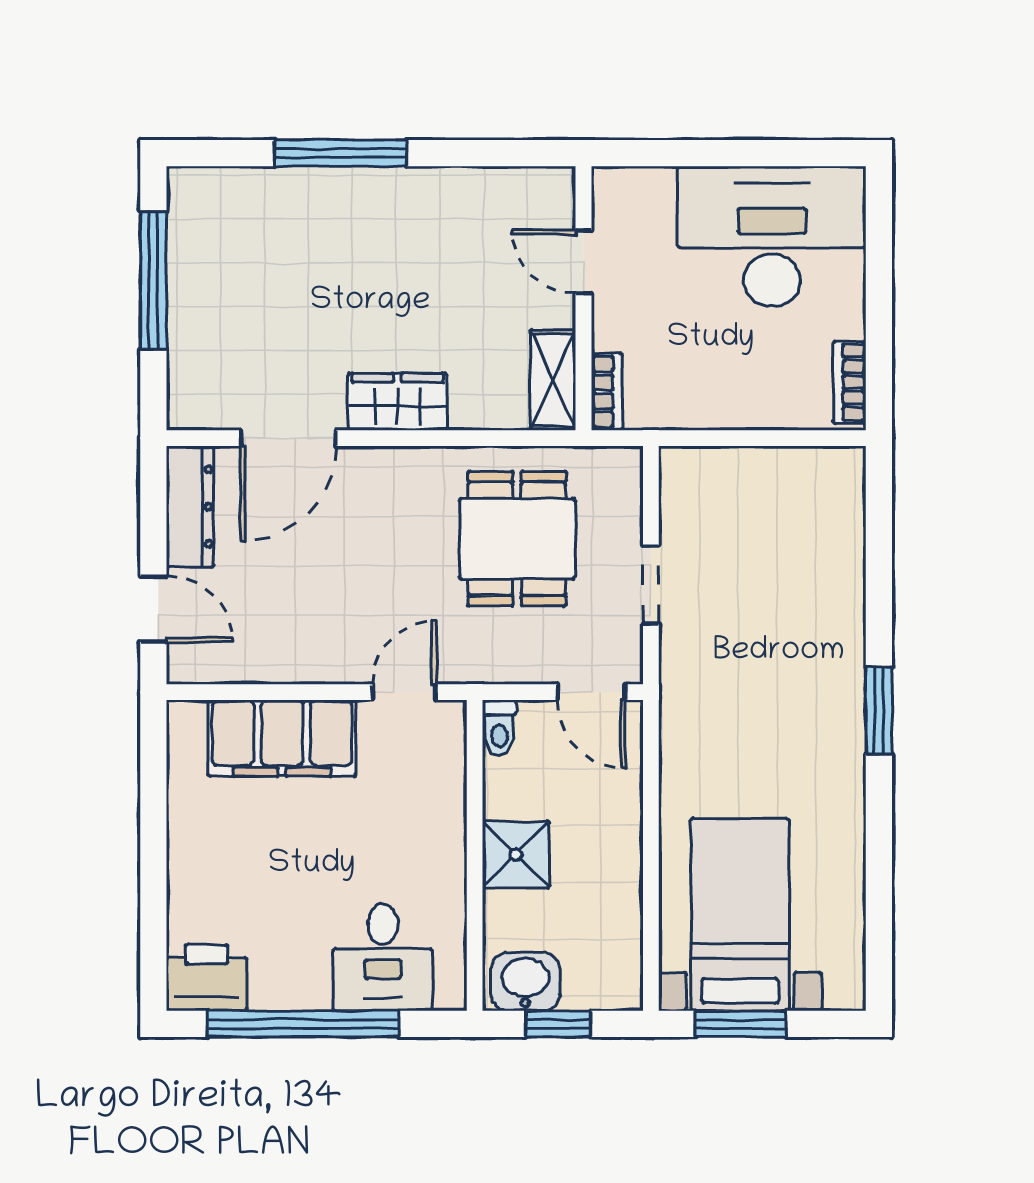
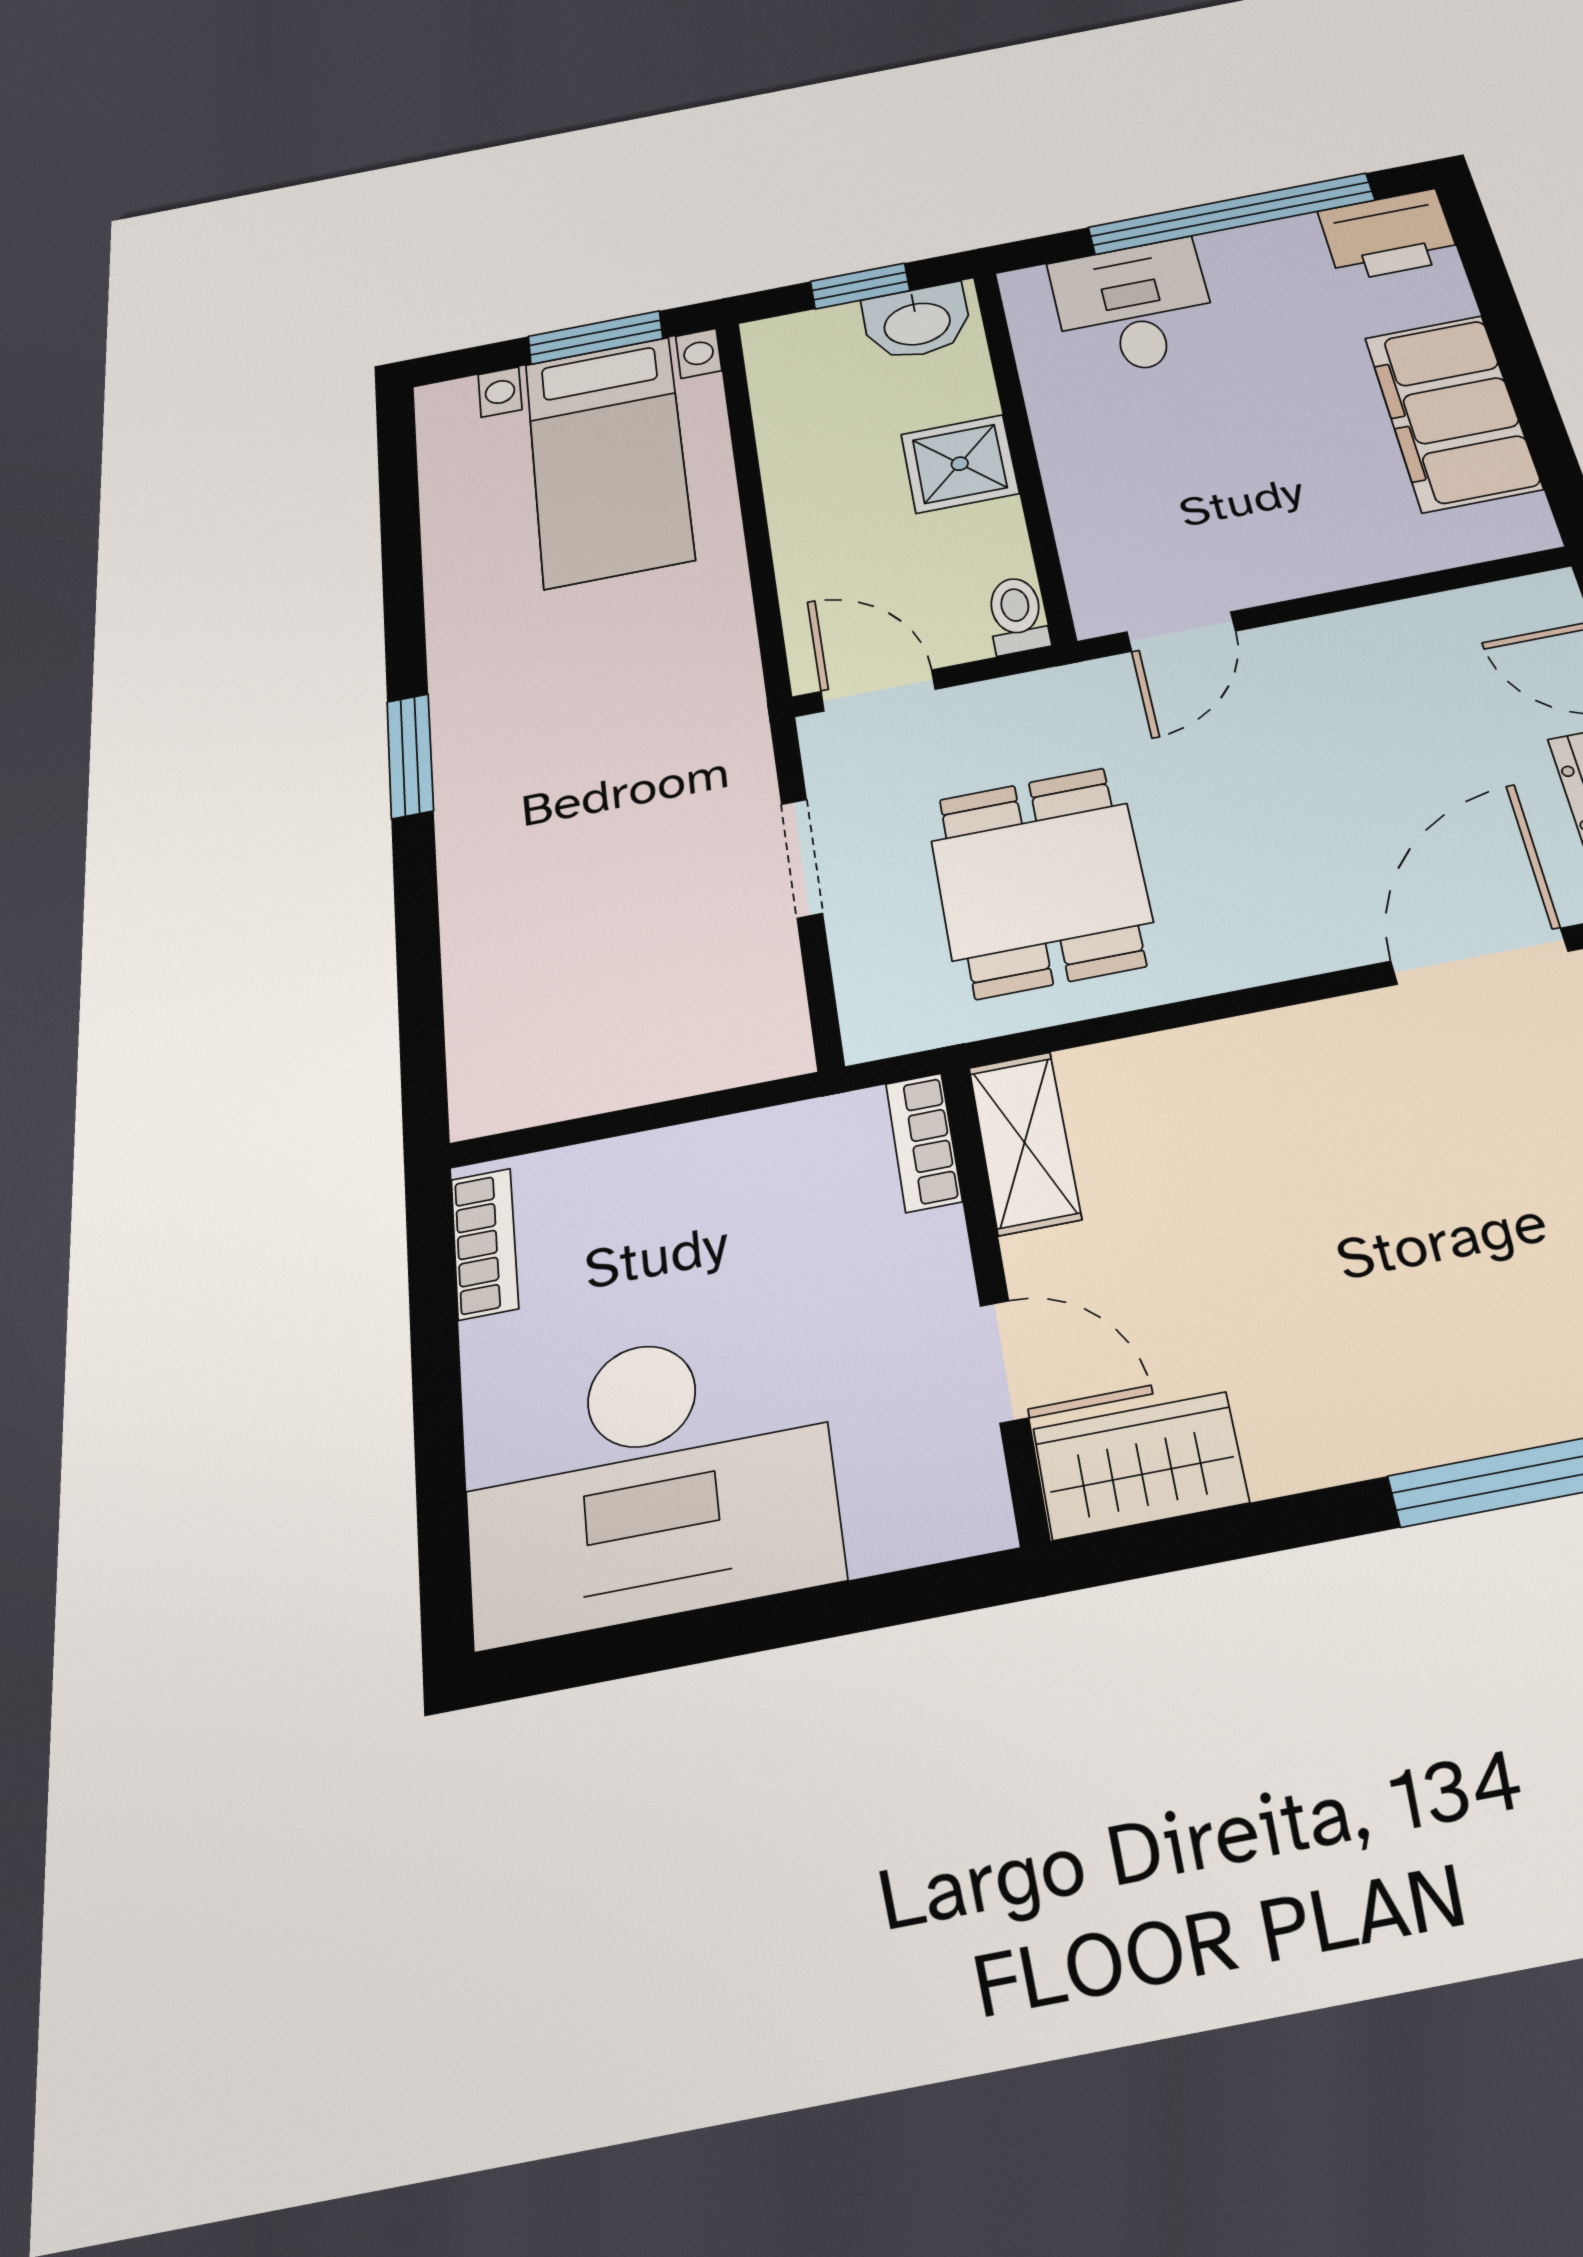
wardrobe: (398, 402) -> (1140, 1465), moved, turned 180
filing cabinet: (282, 738) -> (1452, 412), moved, turned -90

